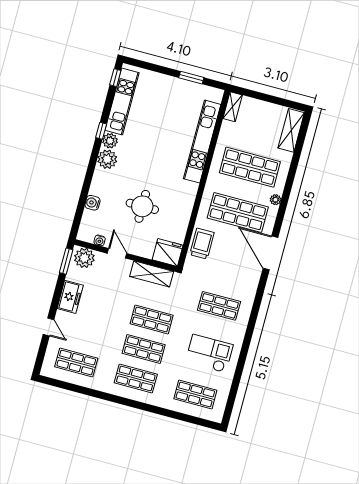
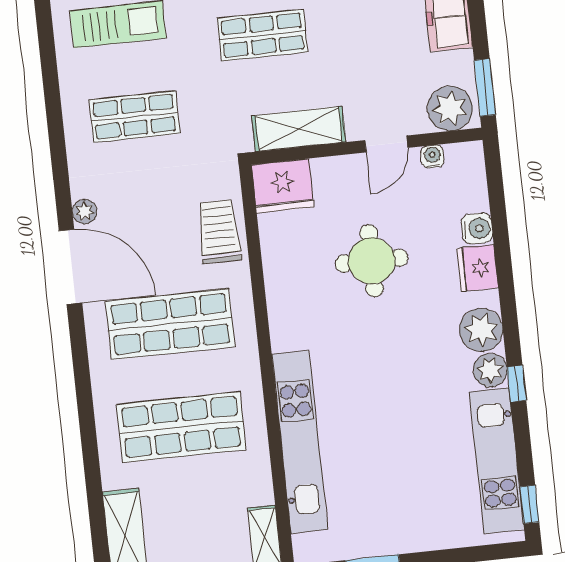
fridge: (99, 186) -> (478, 268), added
plant: (275, 200) -> (85, 212), moved
trolley: (202, 244) -> (219, 231), turned 180
door: (117, 253) -> (386, 144), hinge flipped

